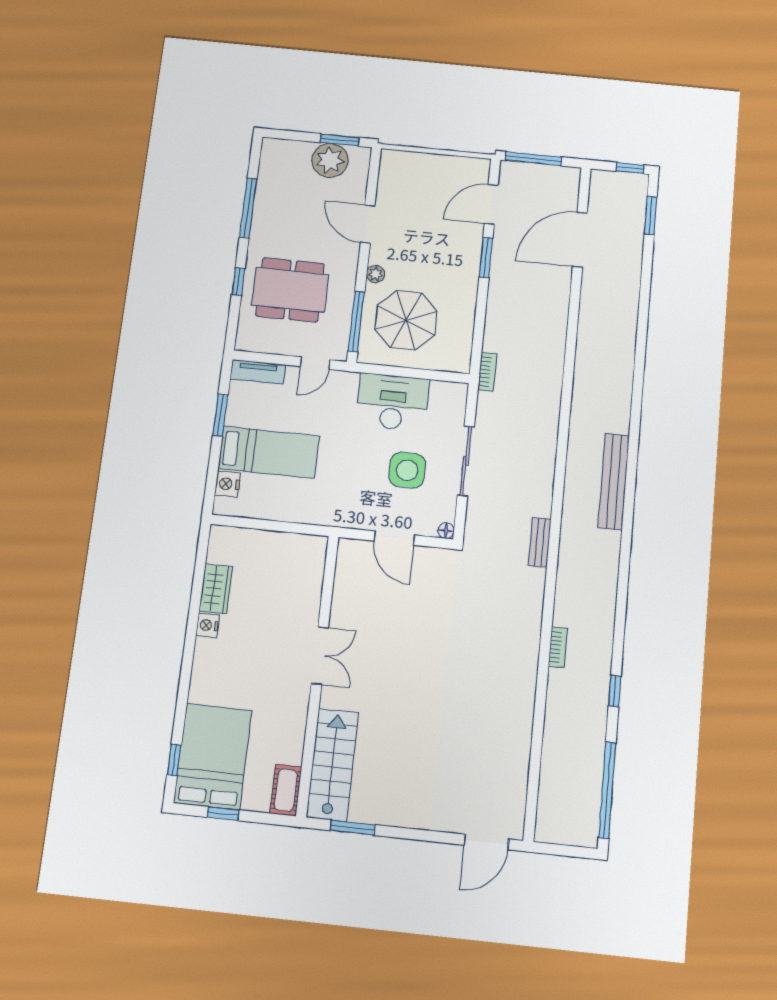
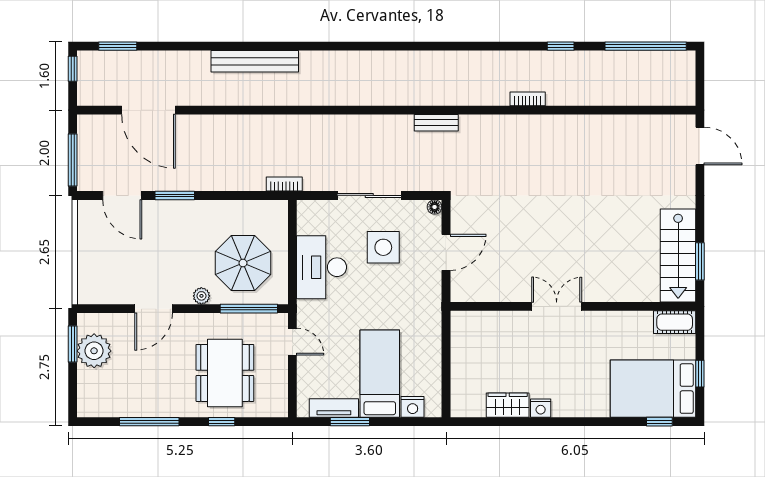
tv unit: (258, 372) -> (334, 408), moved, turned -90
bench: (614, 481) -> (255, 61), moved
stairs: (332, 765) -> (678, 256), moved, turned -90

